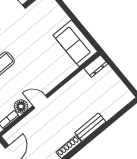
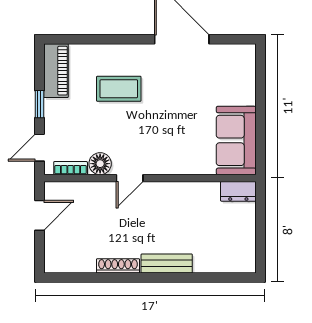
door: (40, 102) -> (130, 178), swing flipped

